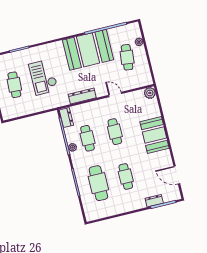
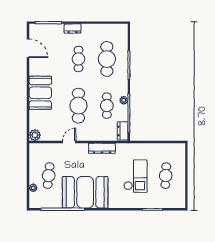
door: (115, 94) -> (69, 142), swing flipped
cafe table: (115, 132) -> (78, 106), width x1.37, depth x1.35
dresser: (154, 201) -> (73, 28), moved

